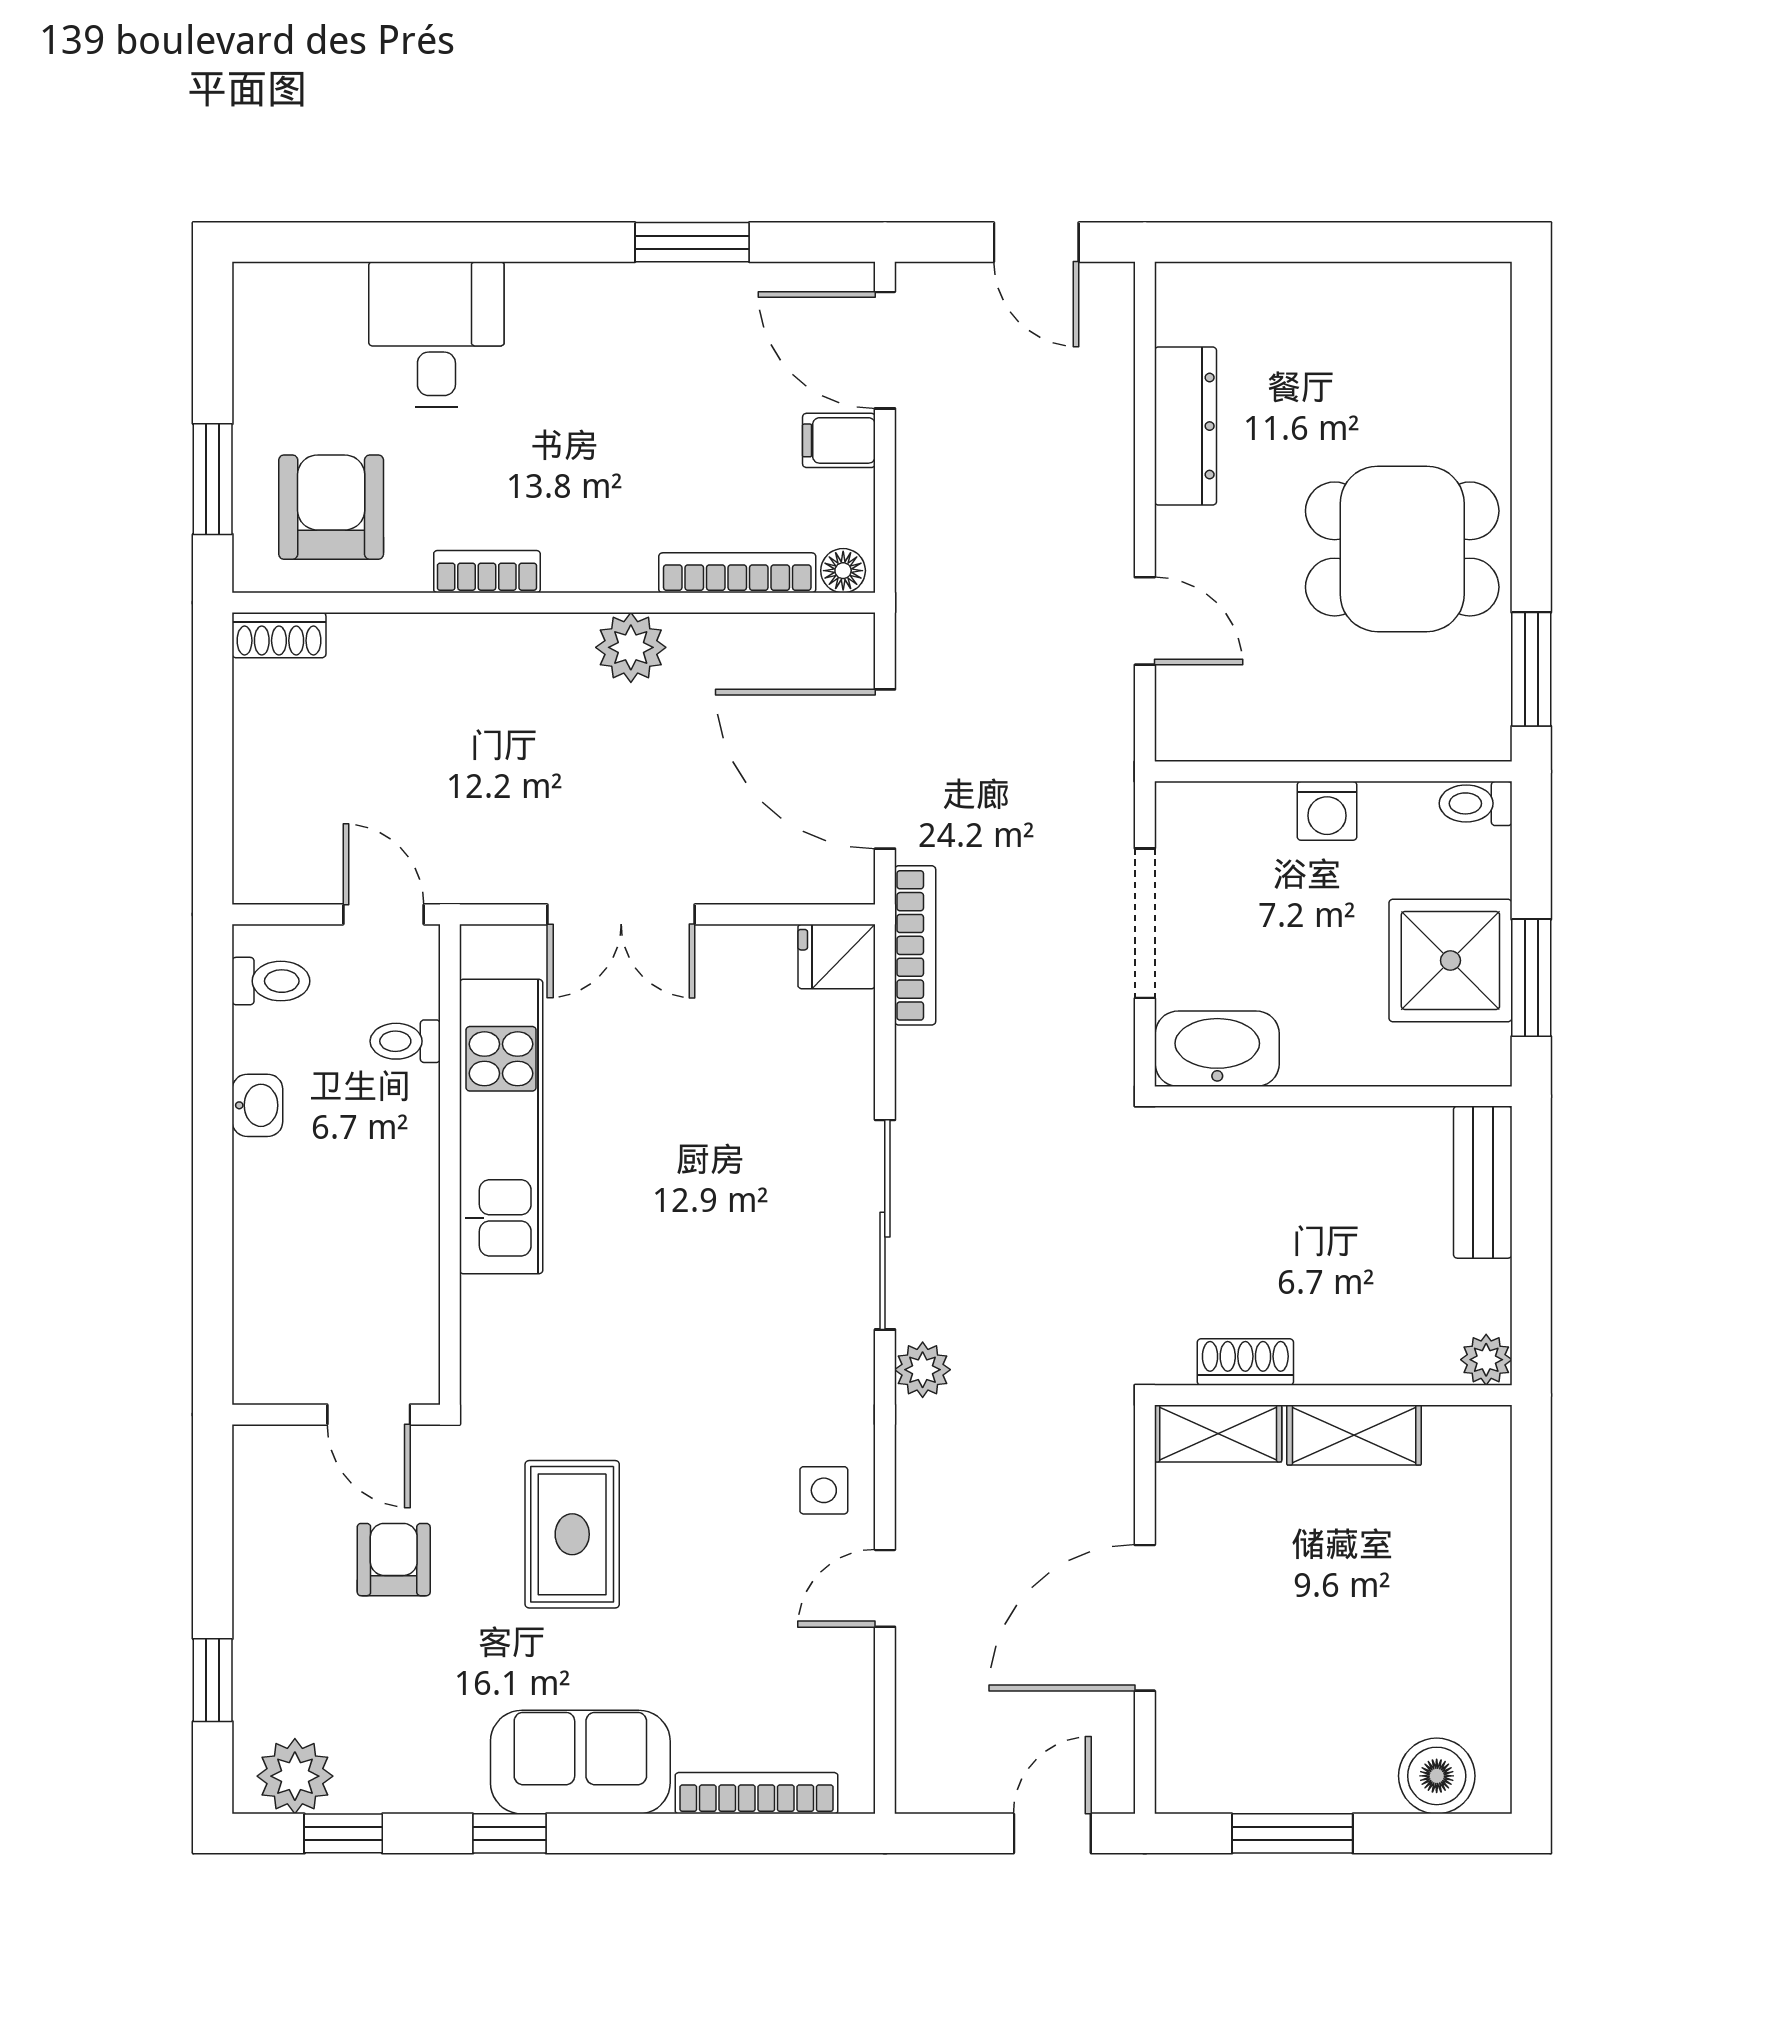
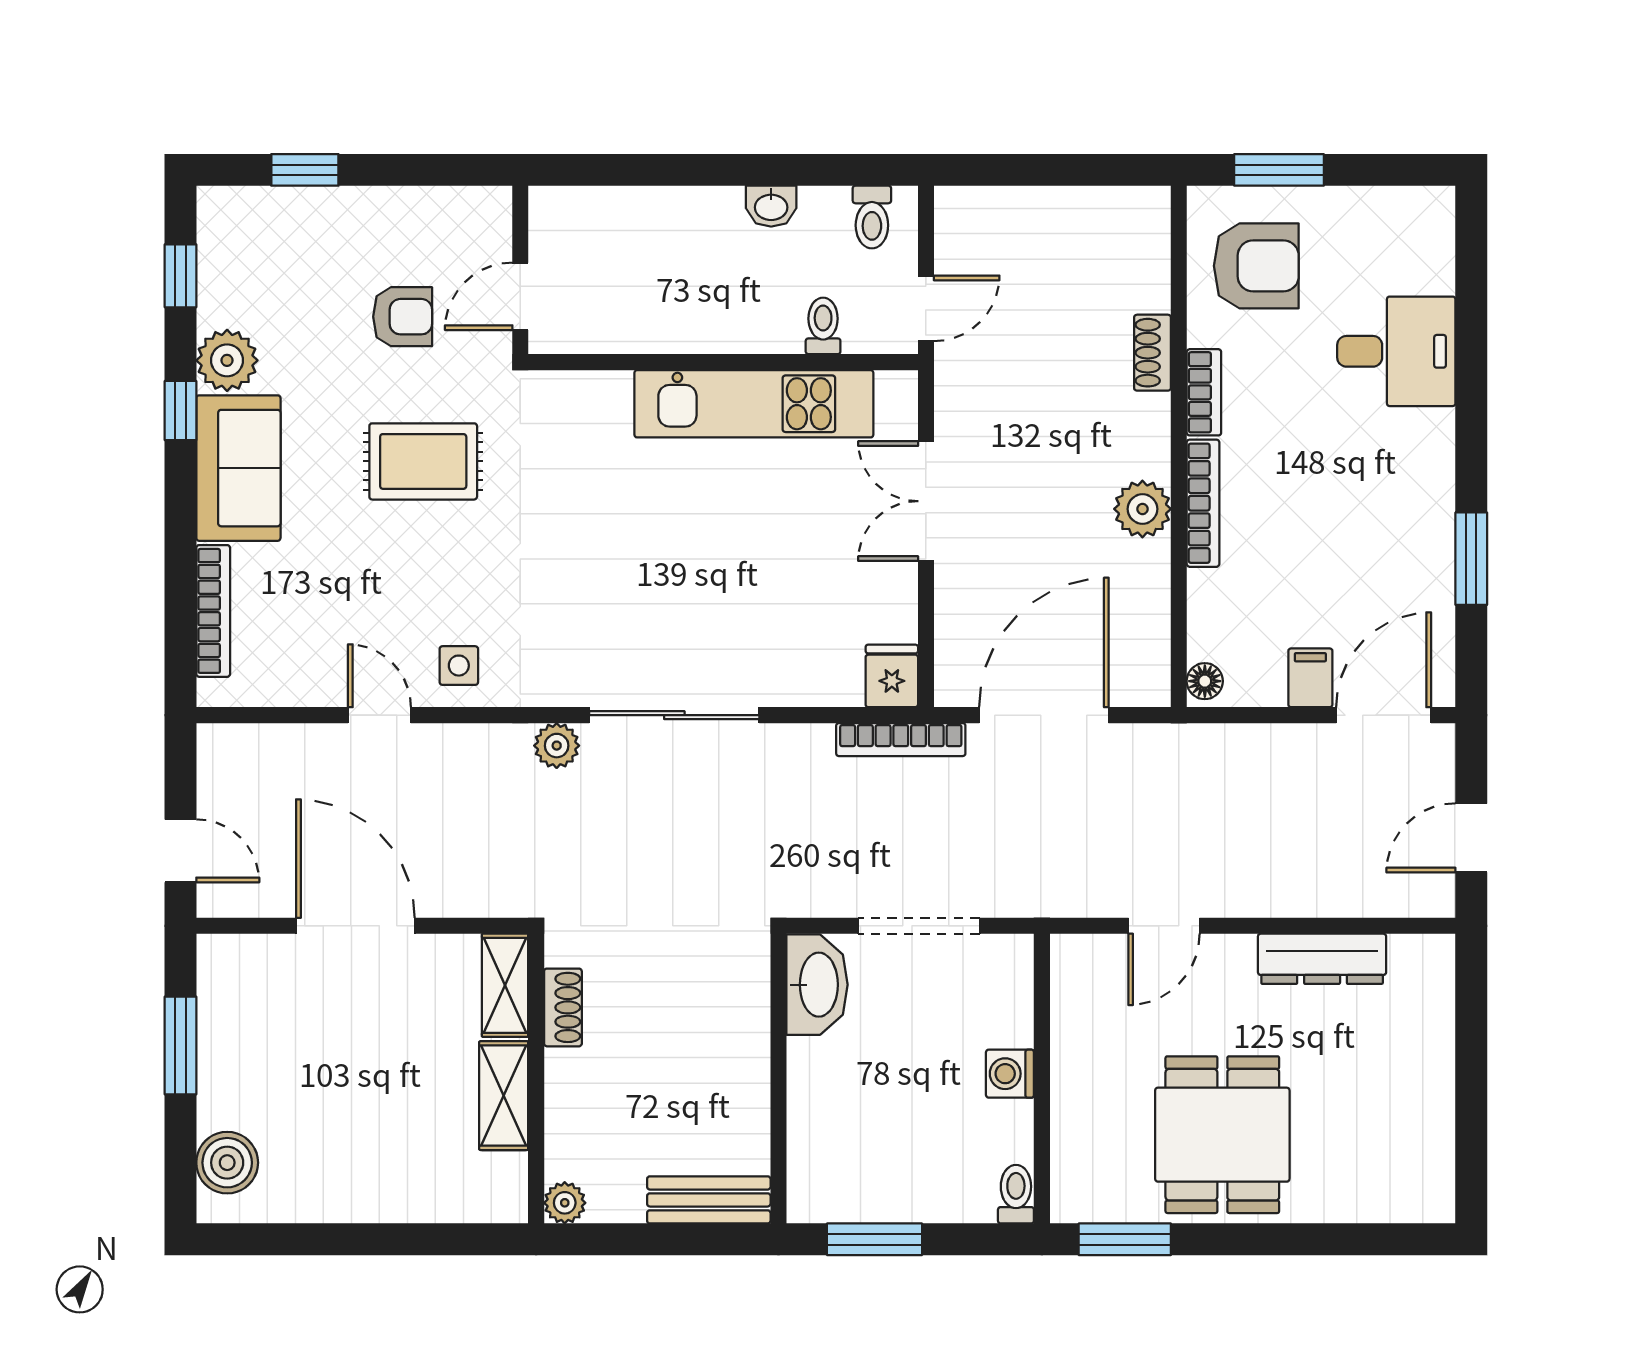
bookcase: (737, 573) -> (1203, 503), moved
shoe rack: (279, 635) -> (1152, 353), moved
shower: (1450, 960) -> (889, 1174), removed
plant: (295, 1776) -> (227, 360), moved

